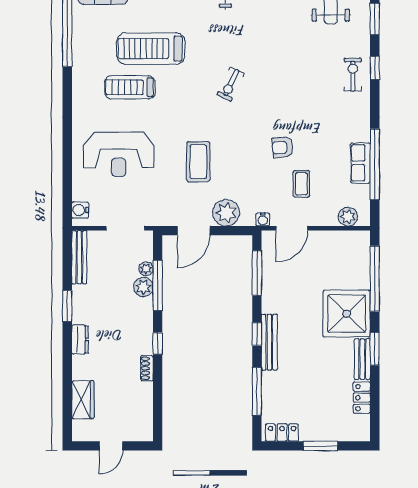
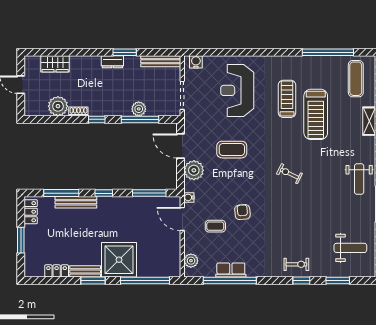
treadmill: (151, 49) -> (316, 114), turned 180
plant: (146, 269) -> (58, 106), moved, width x1.88, depth x1.88
dresser: (80, 340) -> (112, 62), moved
bench: (269, 342) -> (76, 202), moved

